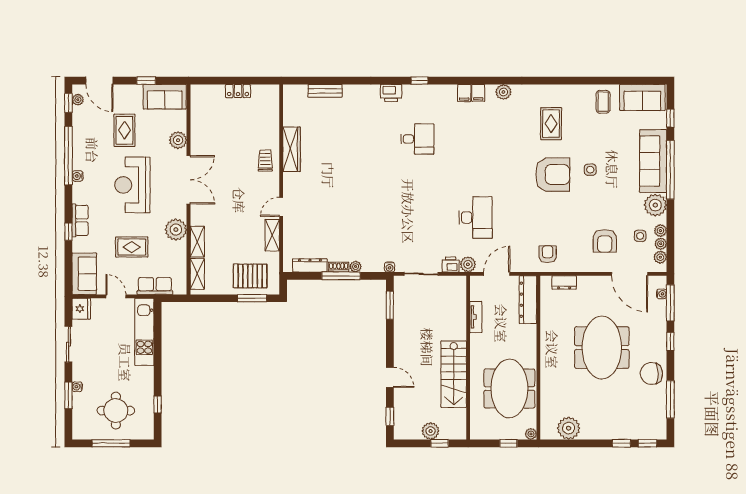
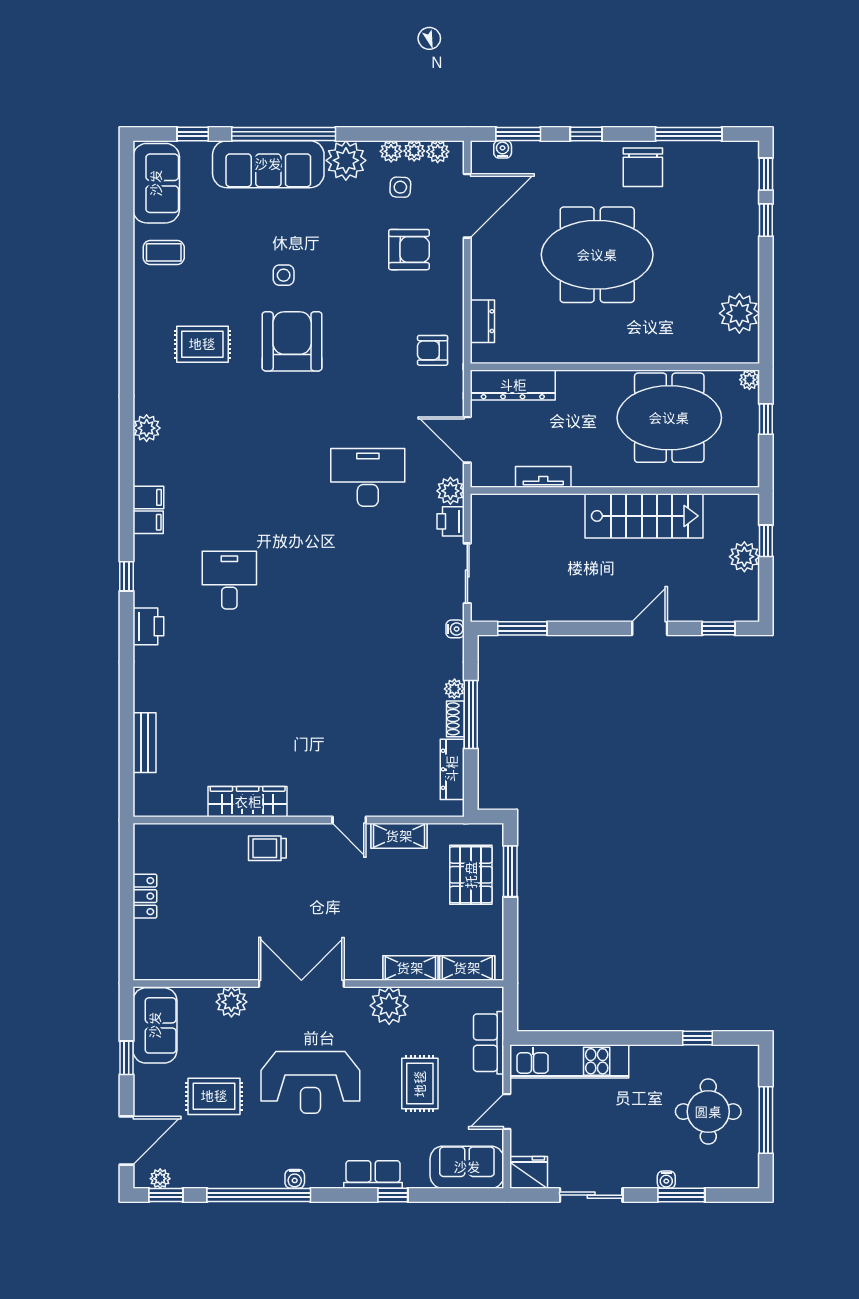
filing cabinet: (478, 93) -> (148, 522), moved
window: (670, 303) -> (518, 134), width x0.69

